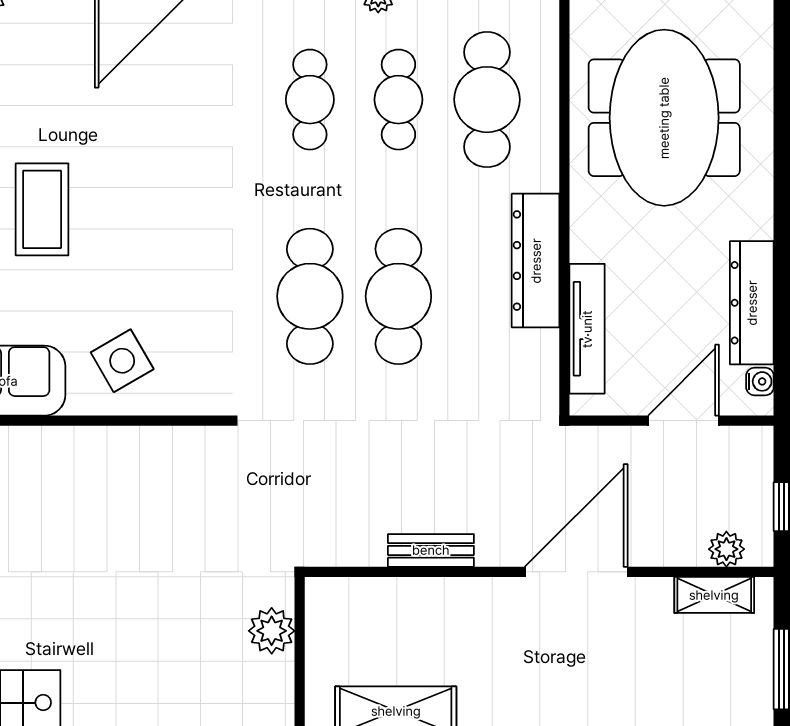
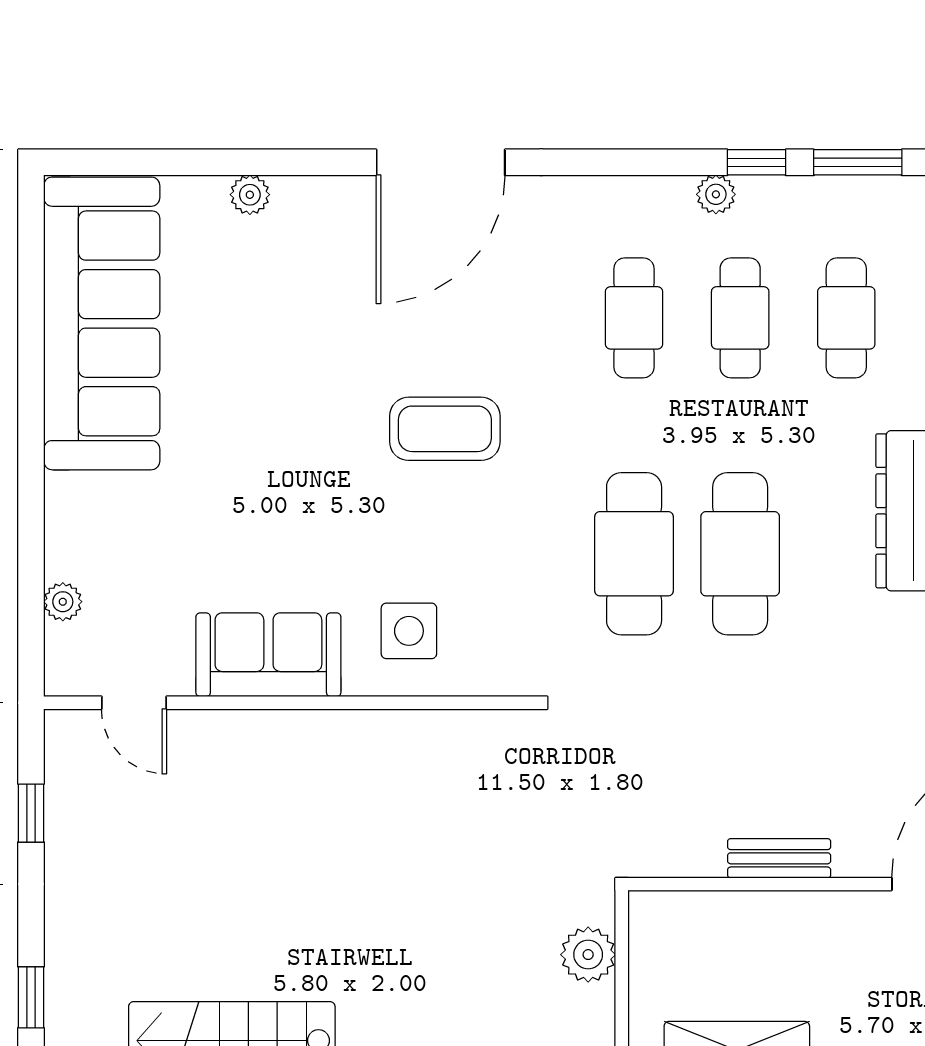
cafe table: (487, 100) -> (846, 318), width x0.73, depth x0.74
coffee table: (42, 209) -> (445, 429), moved, turned 90
side table: (122, 361) -> (409, 631), turned 30

